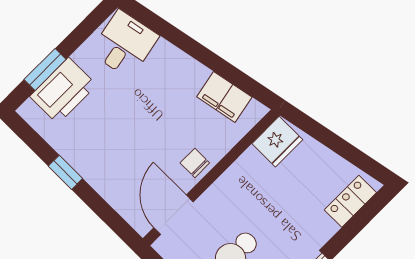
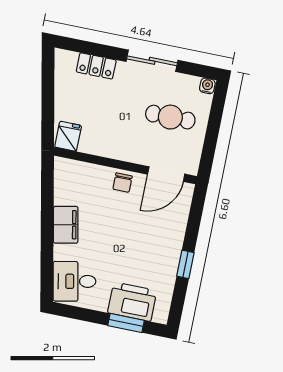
filing cabinet: (224, 97) -> (66, 225), moved
fridge: (277, 142) -> (68, 136), width x0.72
locker: (350, 201) -> (96, 66), moved

